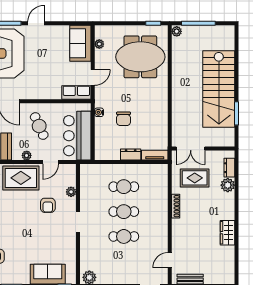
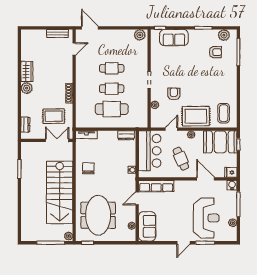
meeting table: (140, 57) -> (98, 215), turned 90
stairs: (219, 89) -> (60, 192), moved, turned 180
row of seats: (76, 92) -> (156, 186), width x1.48
chair: (124, 119) -> (88, 168), moved
dresser: (131, 155) -> (126, 135), moved
plant: (228, 185) -> (27, 88), moved
cafe table: (124, 187) -> (112, 109), width x1.37, depth x1.35

